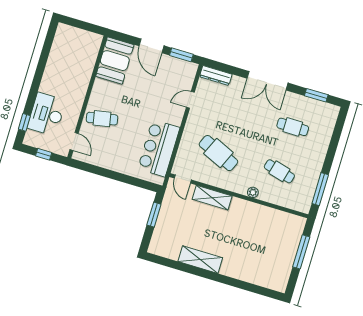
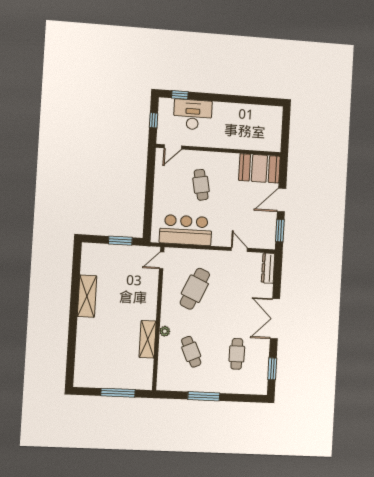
cafe table: (102, 119) -> (201, 185), moved
cafe table: (279, 171) -> (191, 352), turned -39
window: (320, 189) -> (204, 396), moved
shelving: (212, 198) -> (148, 339), moved

